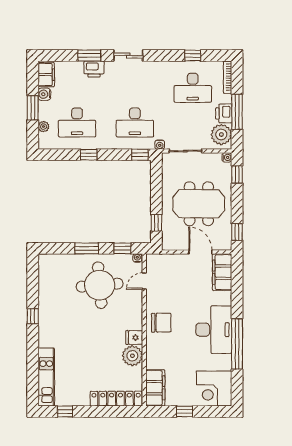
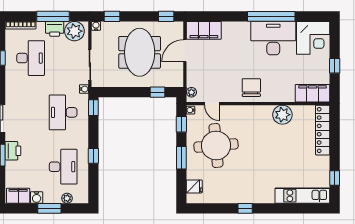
desk: (135, 122) -> (63, 112), turned 180
plant: (156, 259) -> (191, 92), added
desk: (214, 330) -> (273, 38), moved
fridge: (134, 338) -> (194, 186), moved, turned -90

